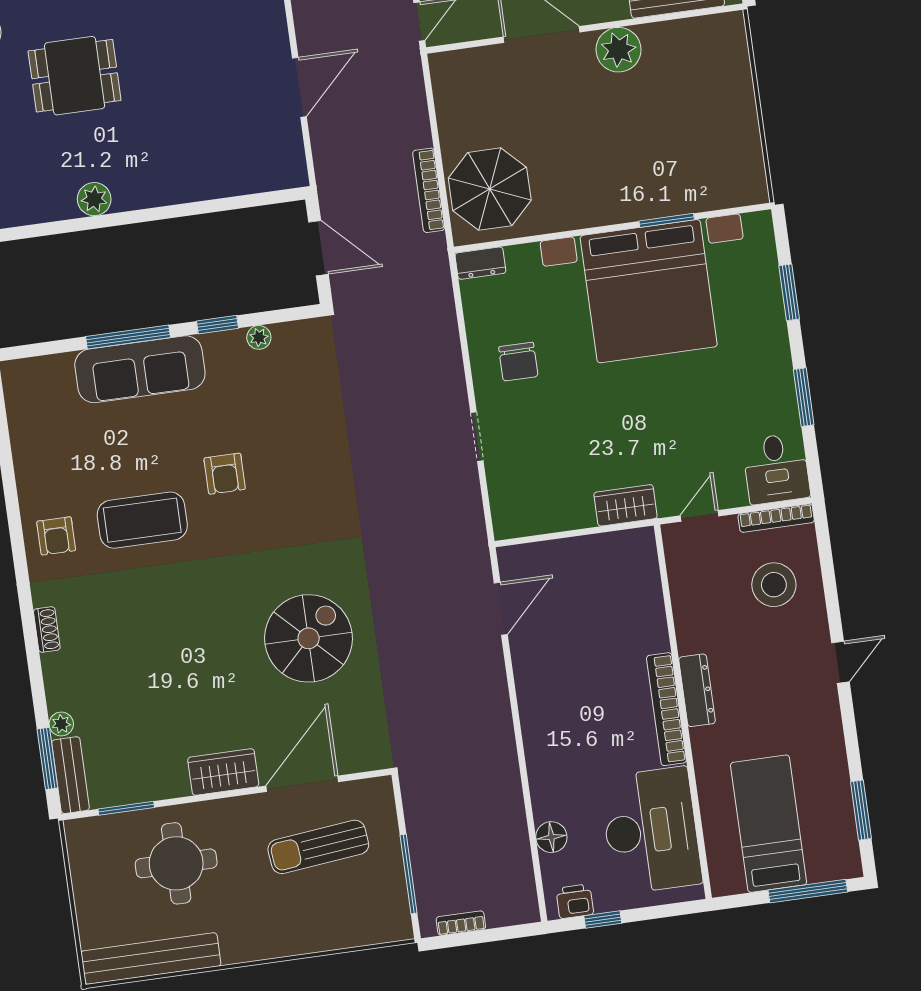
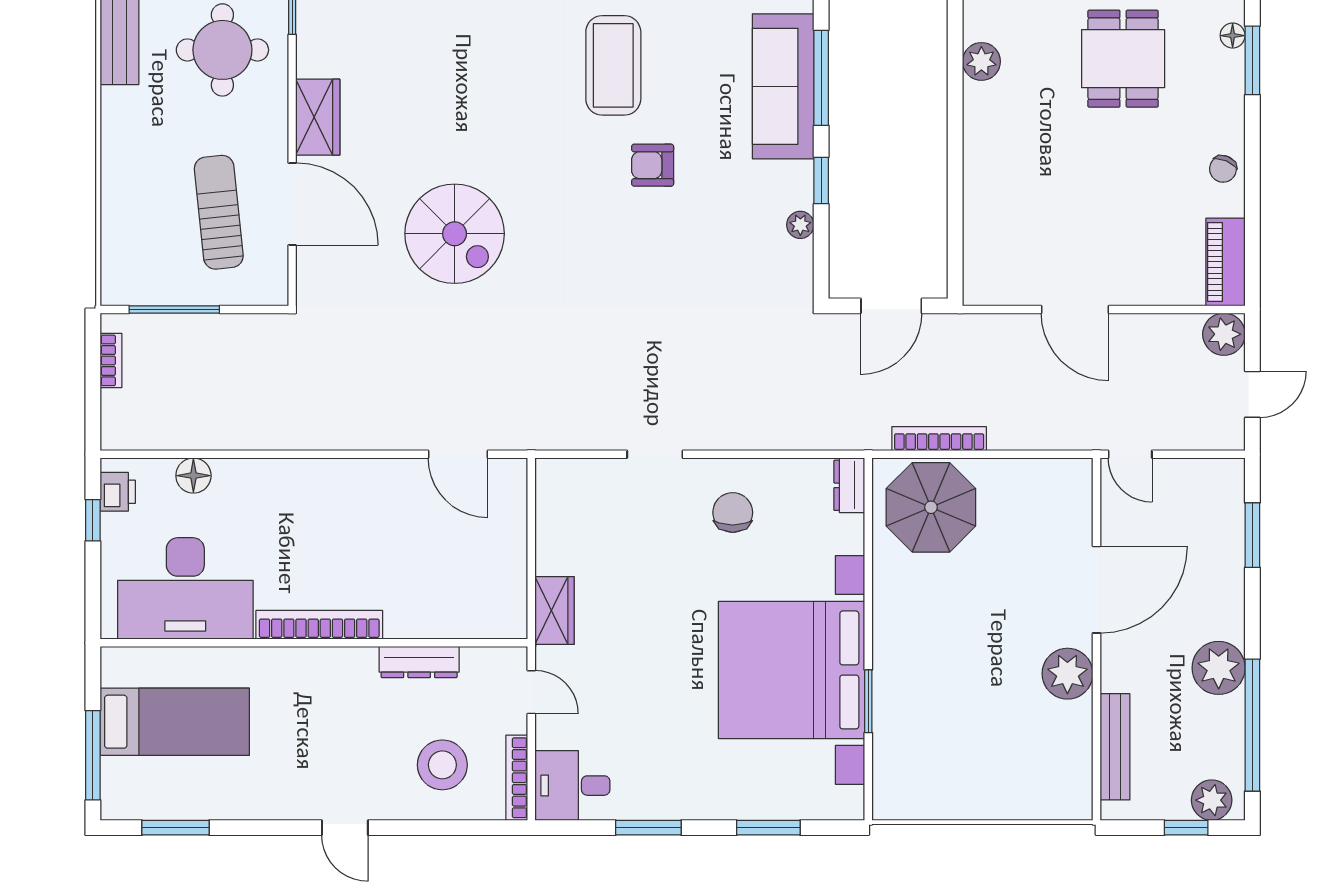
chair: (518, 362) -> (733, 512), turned 90
dresser: (697, 690) -> (419, 662), moved

